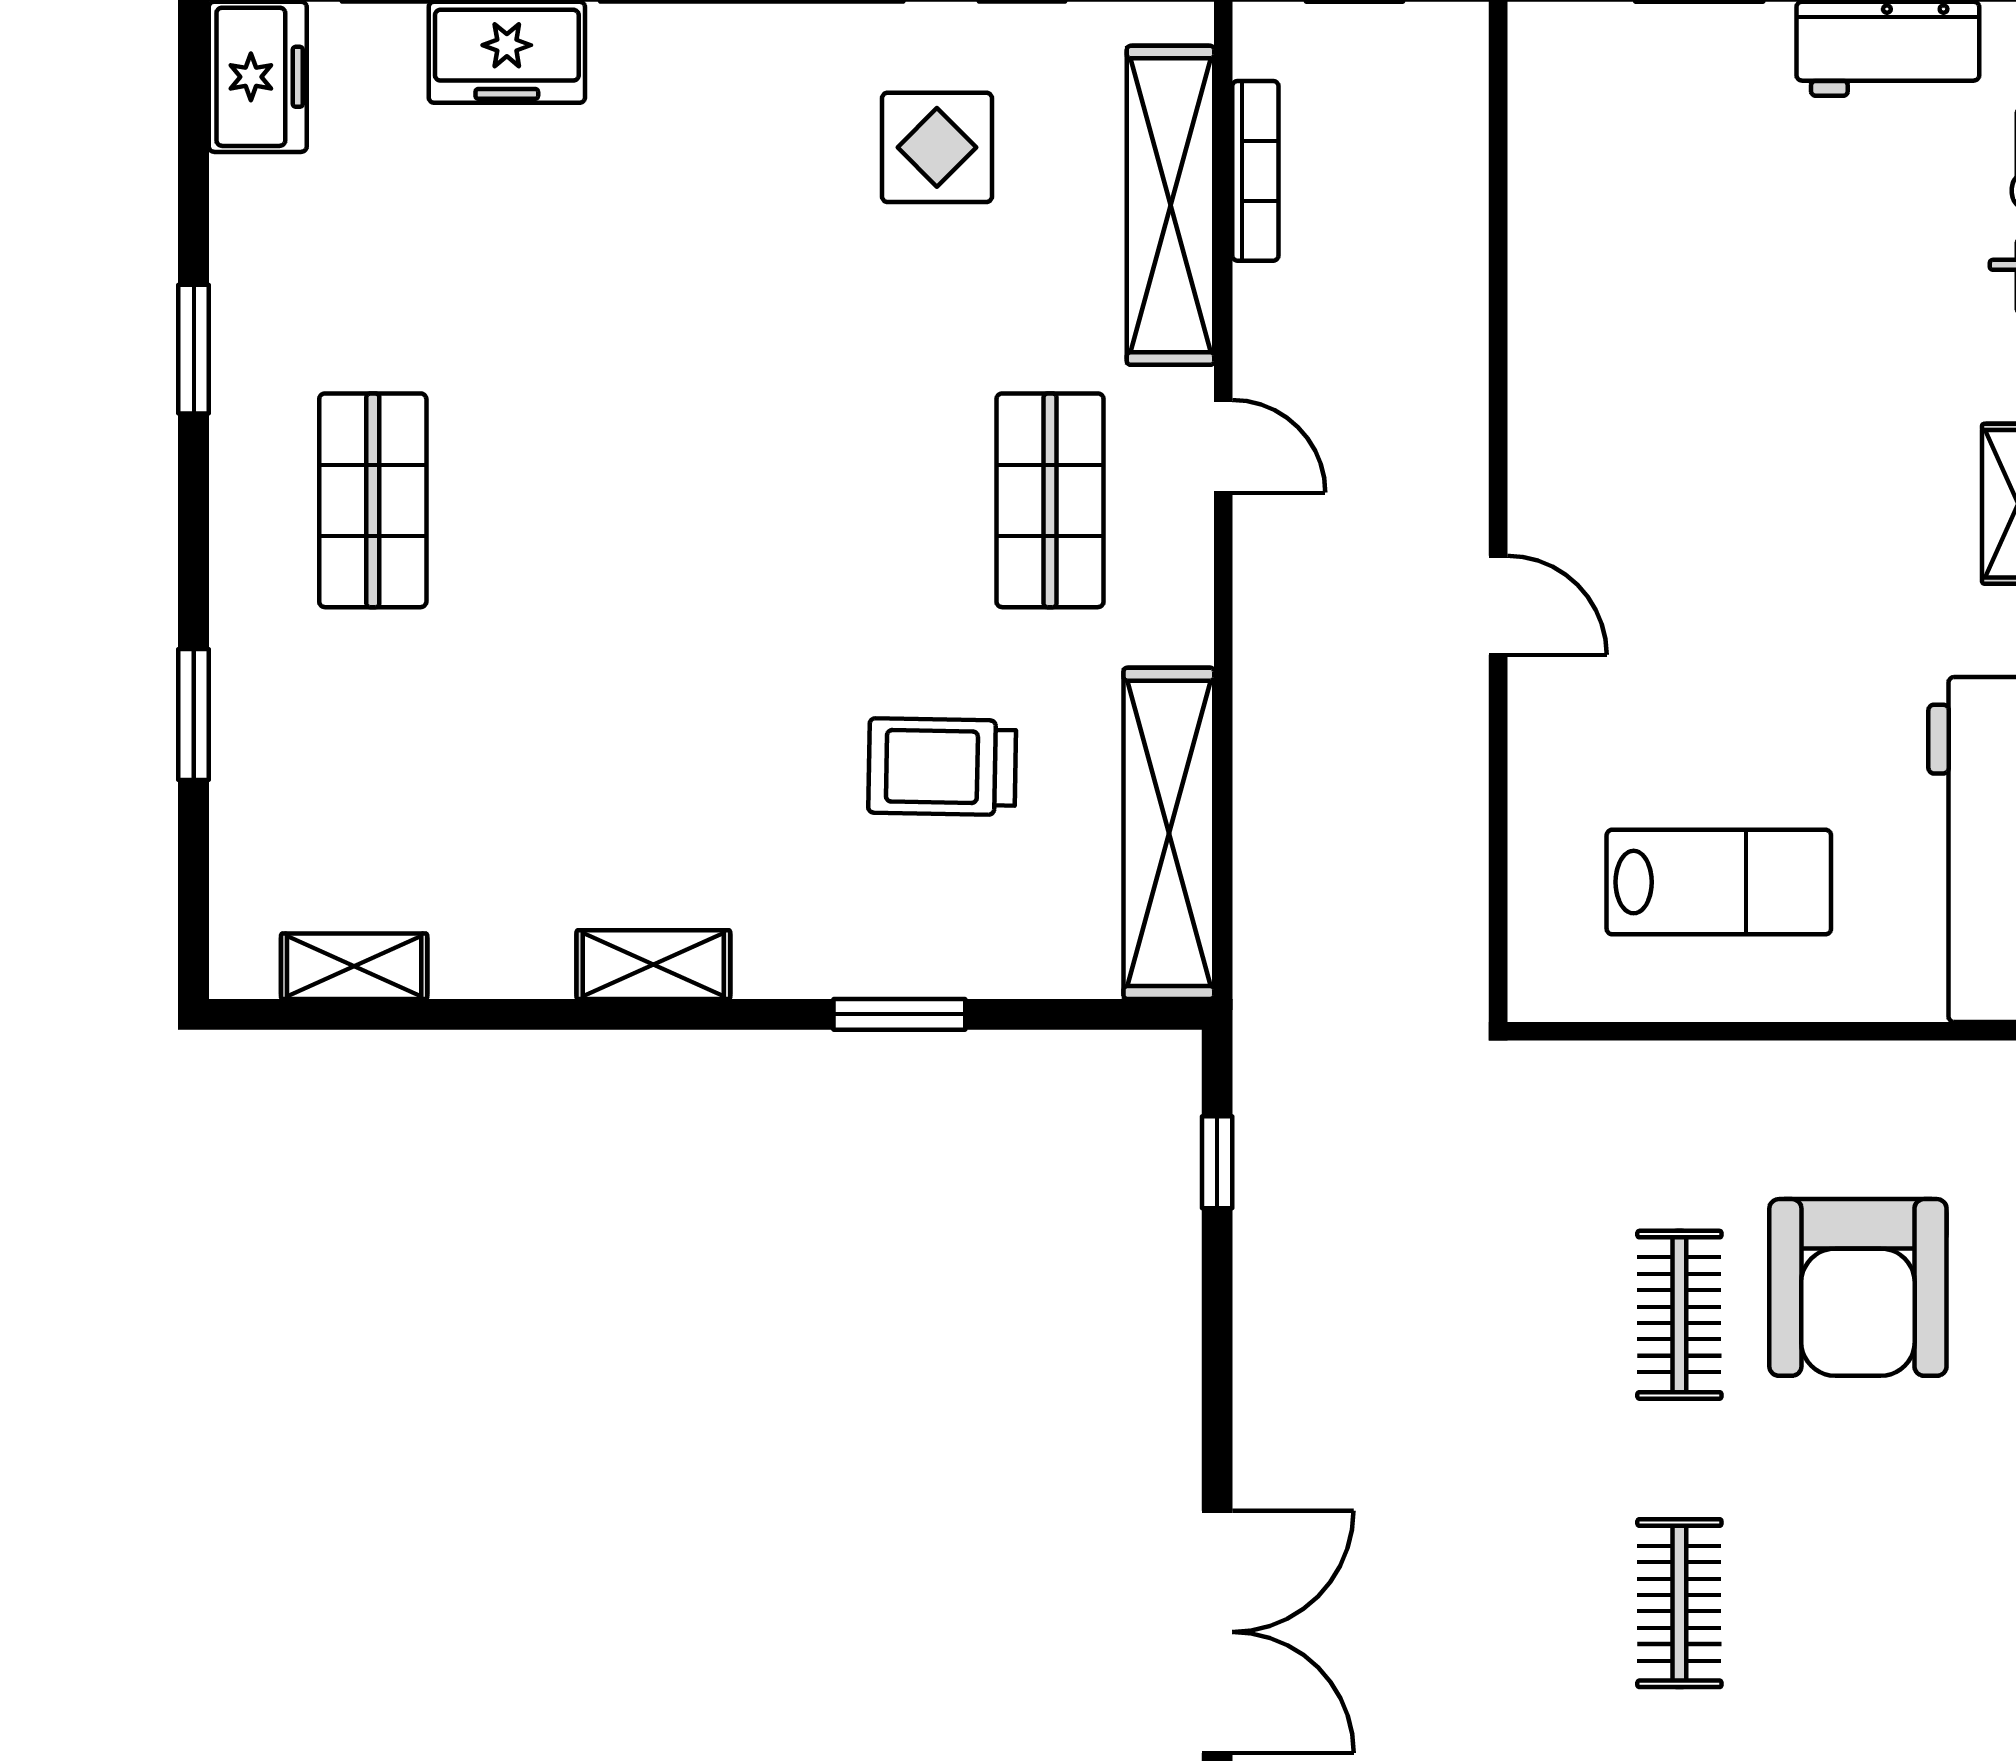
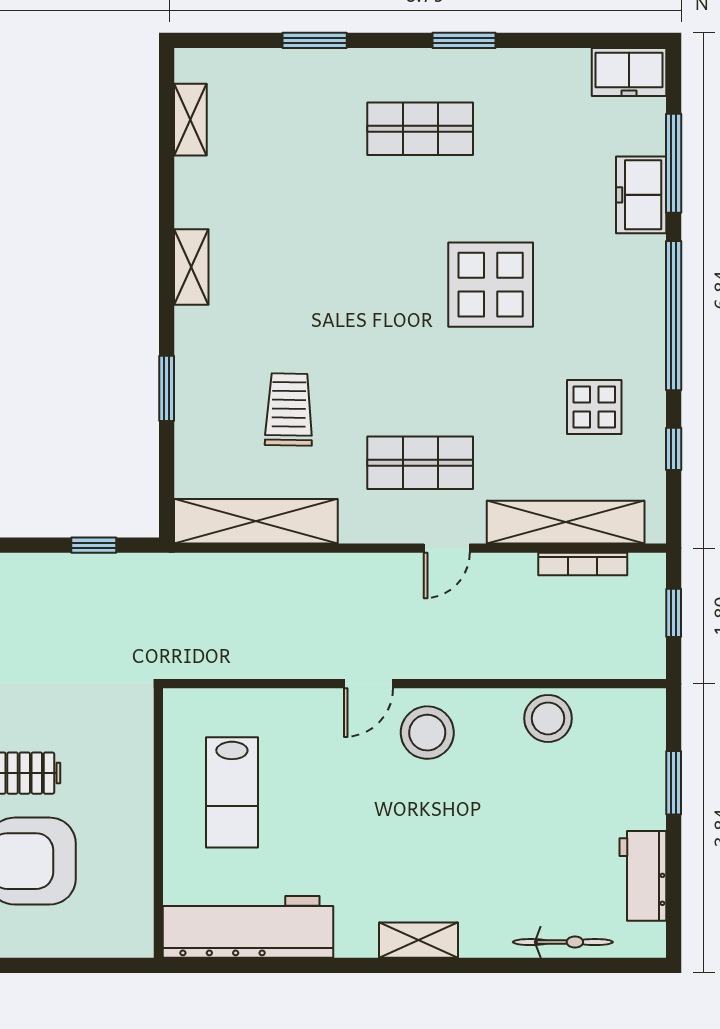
stool: (1569, 241) -> (548, 718), added
window: (194, 349) -> (464, 40), moved
display table: (689, 357) -> (491, 285), added
stool: (1597, 486) -> (427, 733), added

